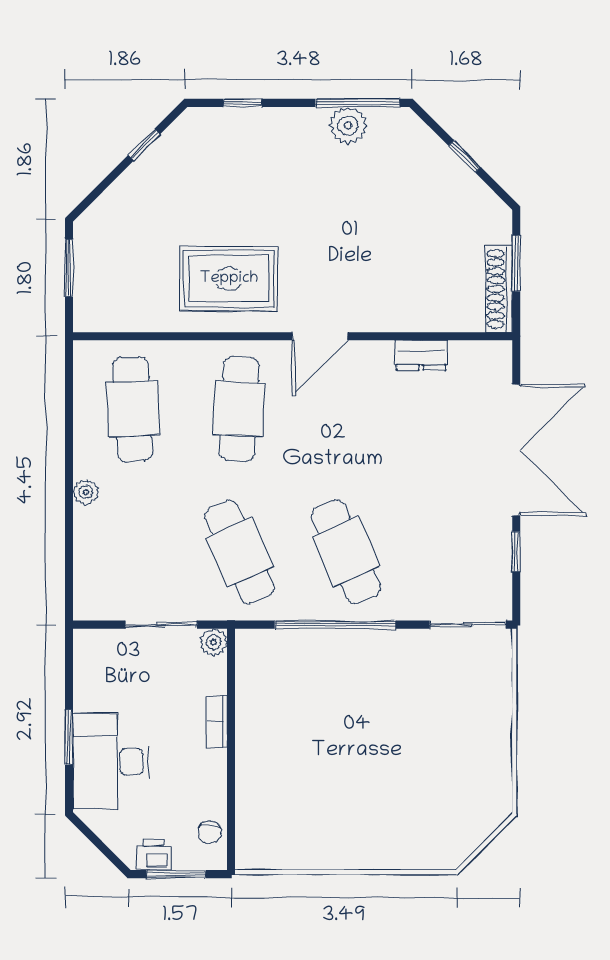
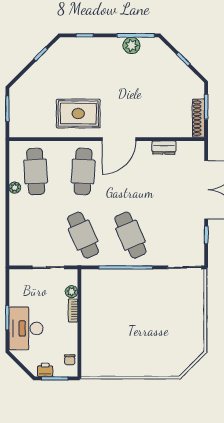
door: (320, 336) -> (119, 139), width x1.36
plant: (86, 492) -> (15, 188), moved
plant: (214, 642) -> (72, 292), moved

